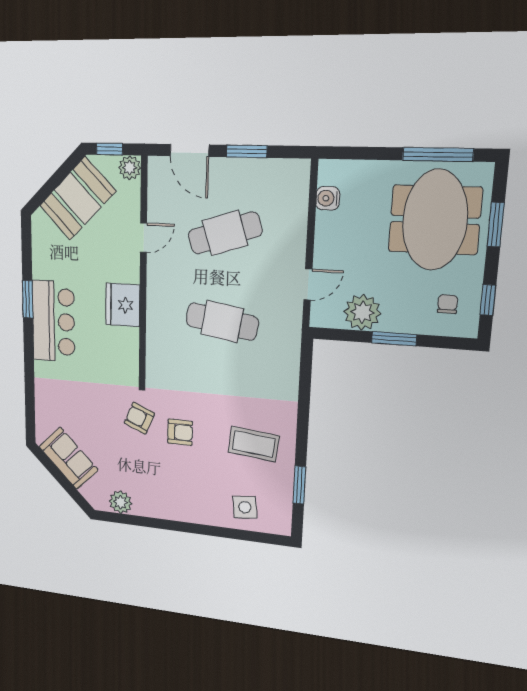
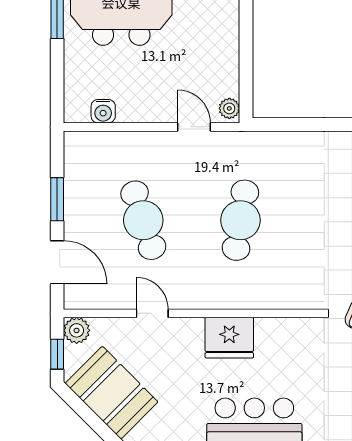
door: (189, 150) -> (57, 262), hinge flipped
plant: (362, 312) -> (229, 108), moved, width x0.53, depth x0.53
window: (394, 339) -> (246, 33), removed

